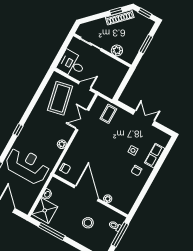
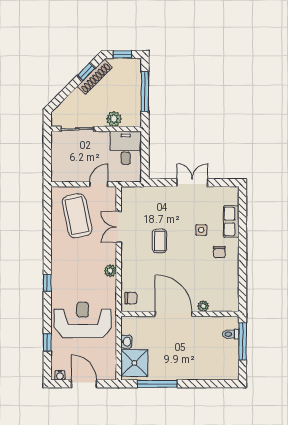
window: (146, 44) -> (145, 92), width x1.44
desk: (71, 64) -> (126, 148), moved, turned 90
coffee table: (108, 114) -> (160, 241), moved
stool: (88, 223) -> (195, 349), removed

